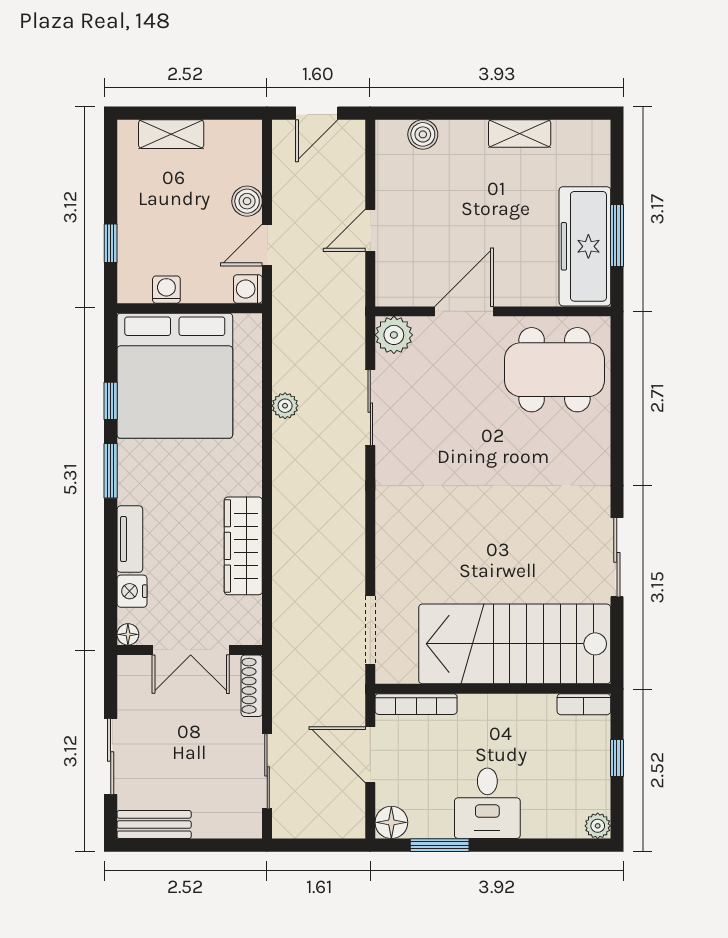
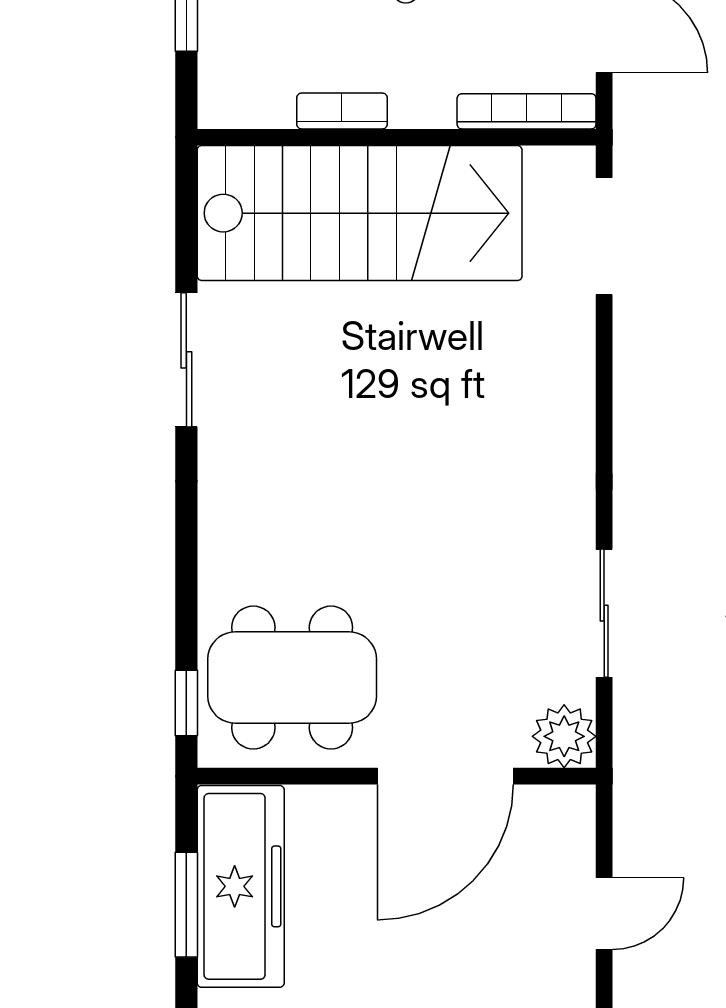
door: (464, 311) -> (445, 776), width x1.36
window: (617, 355) -> (186, 703), added
bookcase: (584, 704) -> (342, 111), moved

